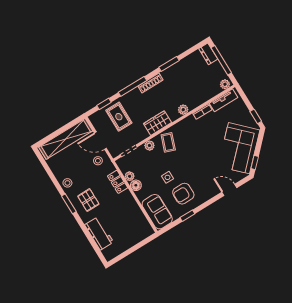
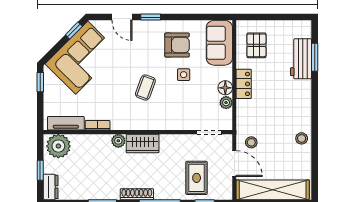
window: (221, 60) -> (40, 170), width x0.46
plant: (225, 84) -> (58, 146), width x1.87, depth x1.87
wardrobe: (158, 123) -> (143, 143), moved
coffee table: (168, 142) -> (145, 87), moved
plant: (149, 146) -> (182, 124), removed
locker: (118, 182) -> (244, 84), moved
pallet: (88, 200) -> (256, 45), moved
window: (69, 204) -> (315, 57), moved
window: (187, 216) -> (151, 17), moved

